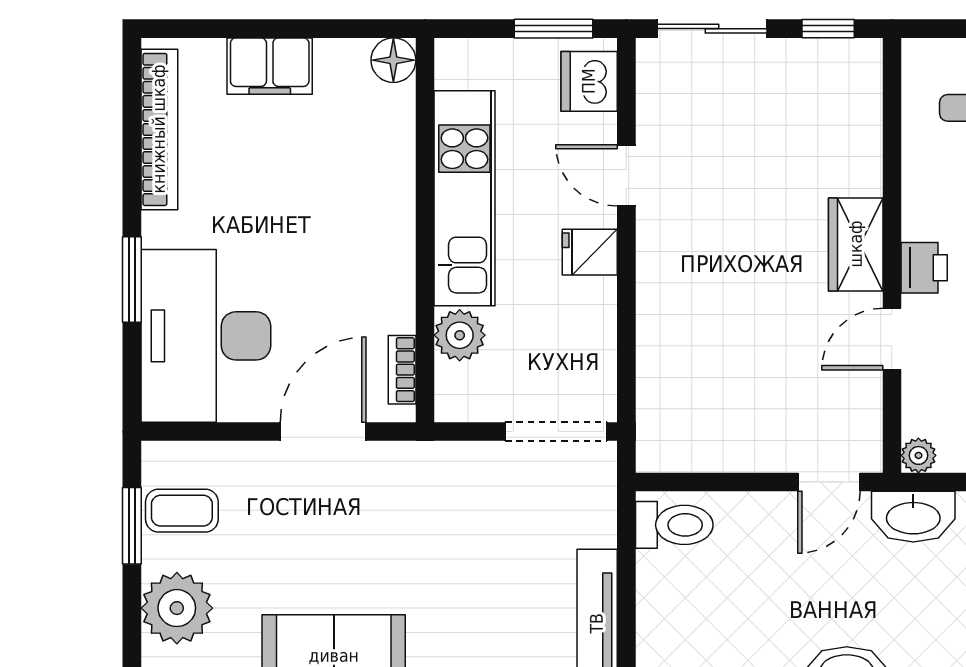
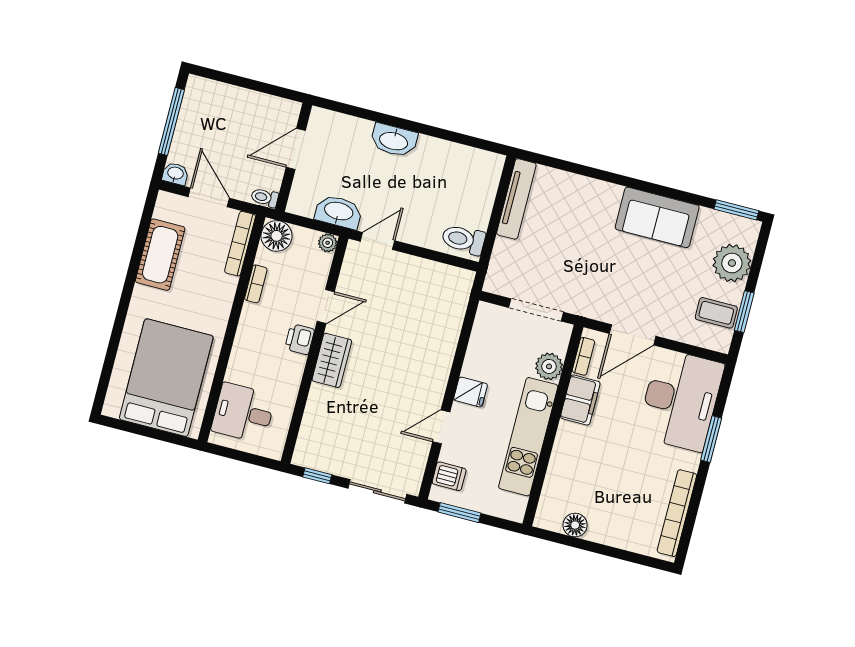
floor lamp: (393, 60) -> (575, 525), moved
filing cabinet: (270, 66) -> (580, 400), moved, turned 90
dishwasher: (589, 81) -> (449, 476), width x0.73
door: (626, 175) -> (441, 427), swing flipped
doorway: (556, 432) -> (536, 310), moved

